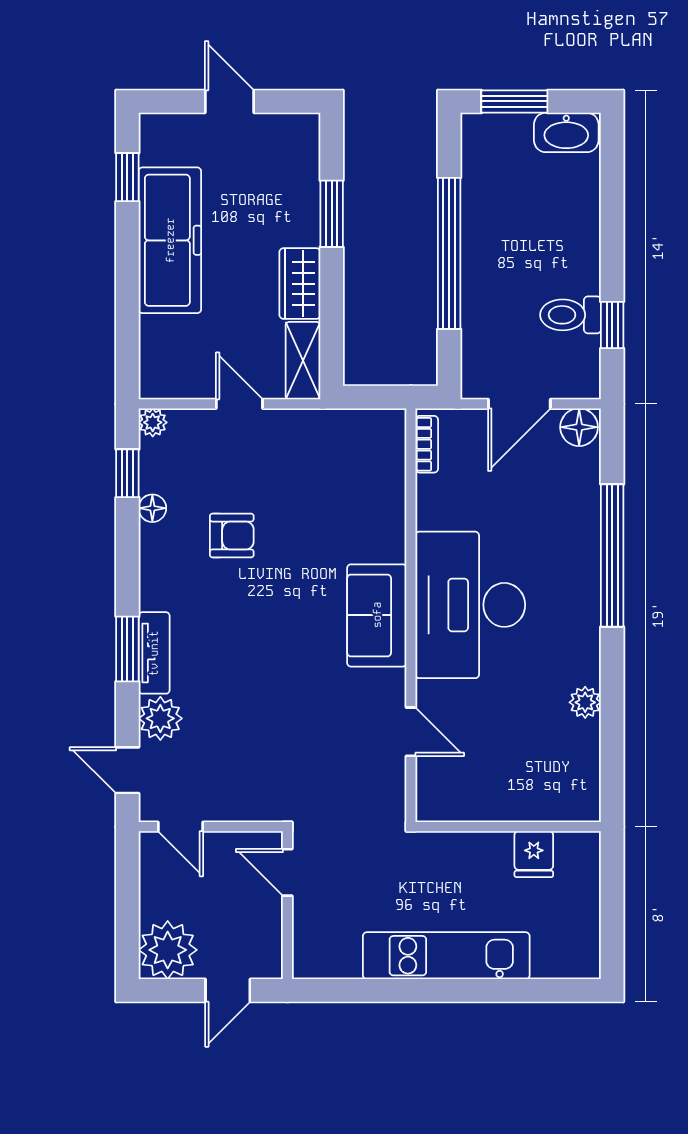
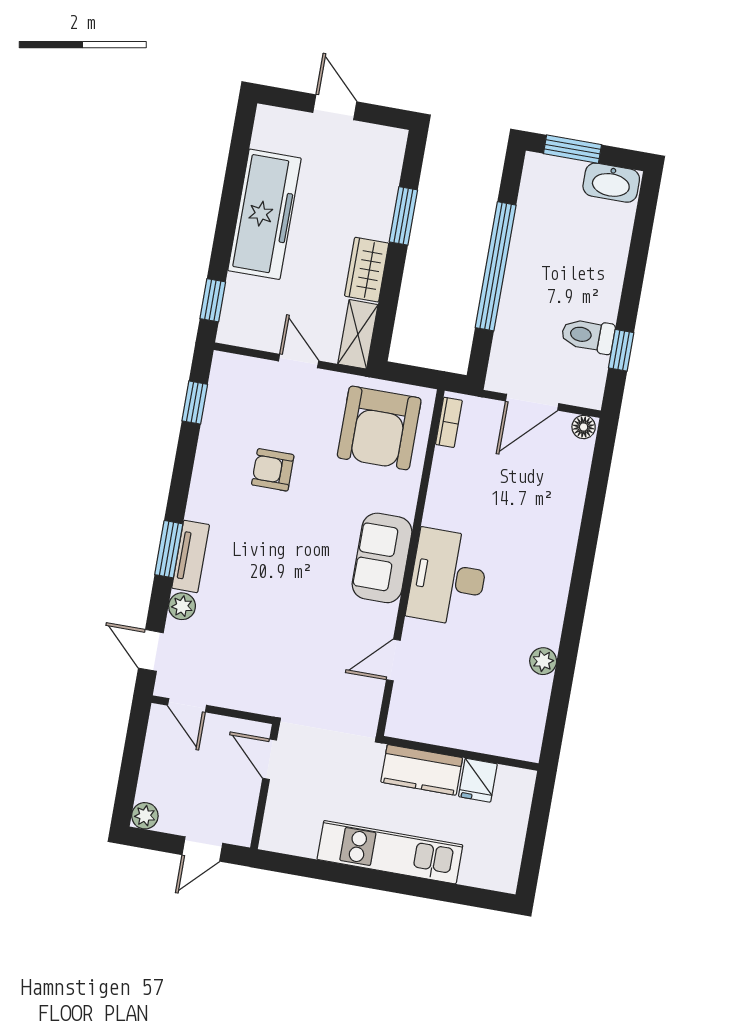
window: (127, 177) -> (213, 300), moved
plant: (153, 422) -> (223, 364), removed
floor lamp: (579, 427) -> (584, 427), width x0.73, depth x0.73
armchair: (347, 465) -> (379, 428), added
floor lamp: (152, 508) -> (210, 435), removed
armchair: (232, 535) -> (273, 470), turned 180
window: (612, 555) -> (587, 543), removed
desk: (470, 605) -> (448, 577), width x0.73, depth x0.77
plant: (160, 718) -> (182, 606), width x0.73, depth x0.73
door: (411, 732) -> (393, 660), swing flipped
kitchen counter: (466, 854) -> (422, 770), added
plant: (168, 950) -> (145, 816), width x0.53, depth x0.53

